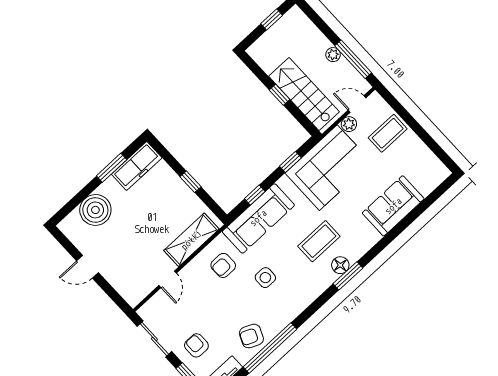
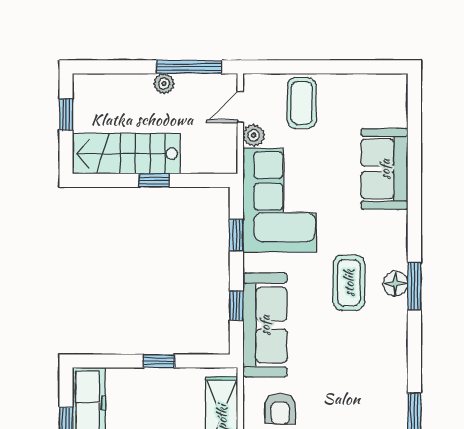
stairs: (304, 94) -> (126, 154), moved
side table: (265, 278) -> (335, 376), removed

